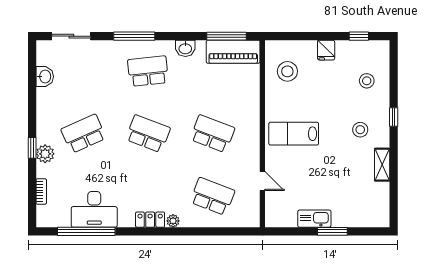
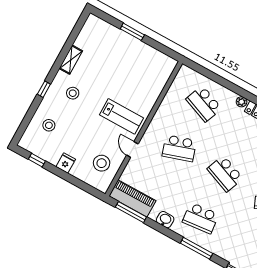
school desk: (212, 134) -> (179, 148), turned -39
door: (262, 181) -> (132, 150), moved
kitchen sink: (314, 219) -> (140, 48), removed

